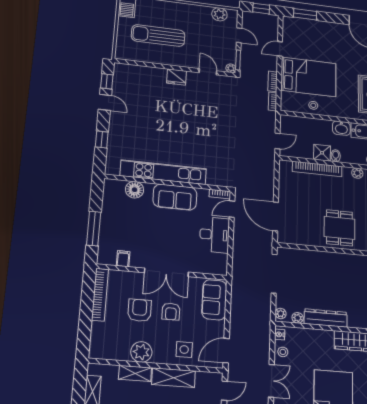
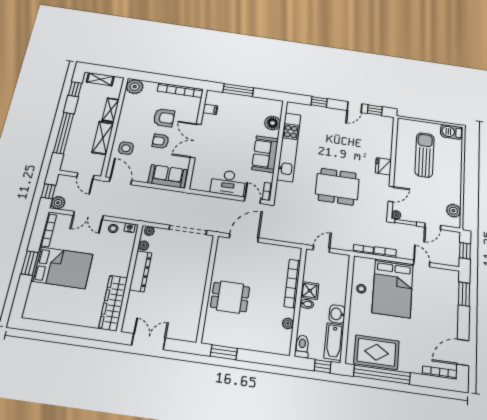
dining table: (206, 124) -> (337, 187), added
door: (277, 141) -> (321, 249), swing flipped
plant: (141, 352) -> (135, 87), moved

